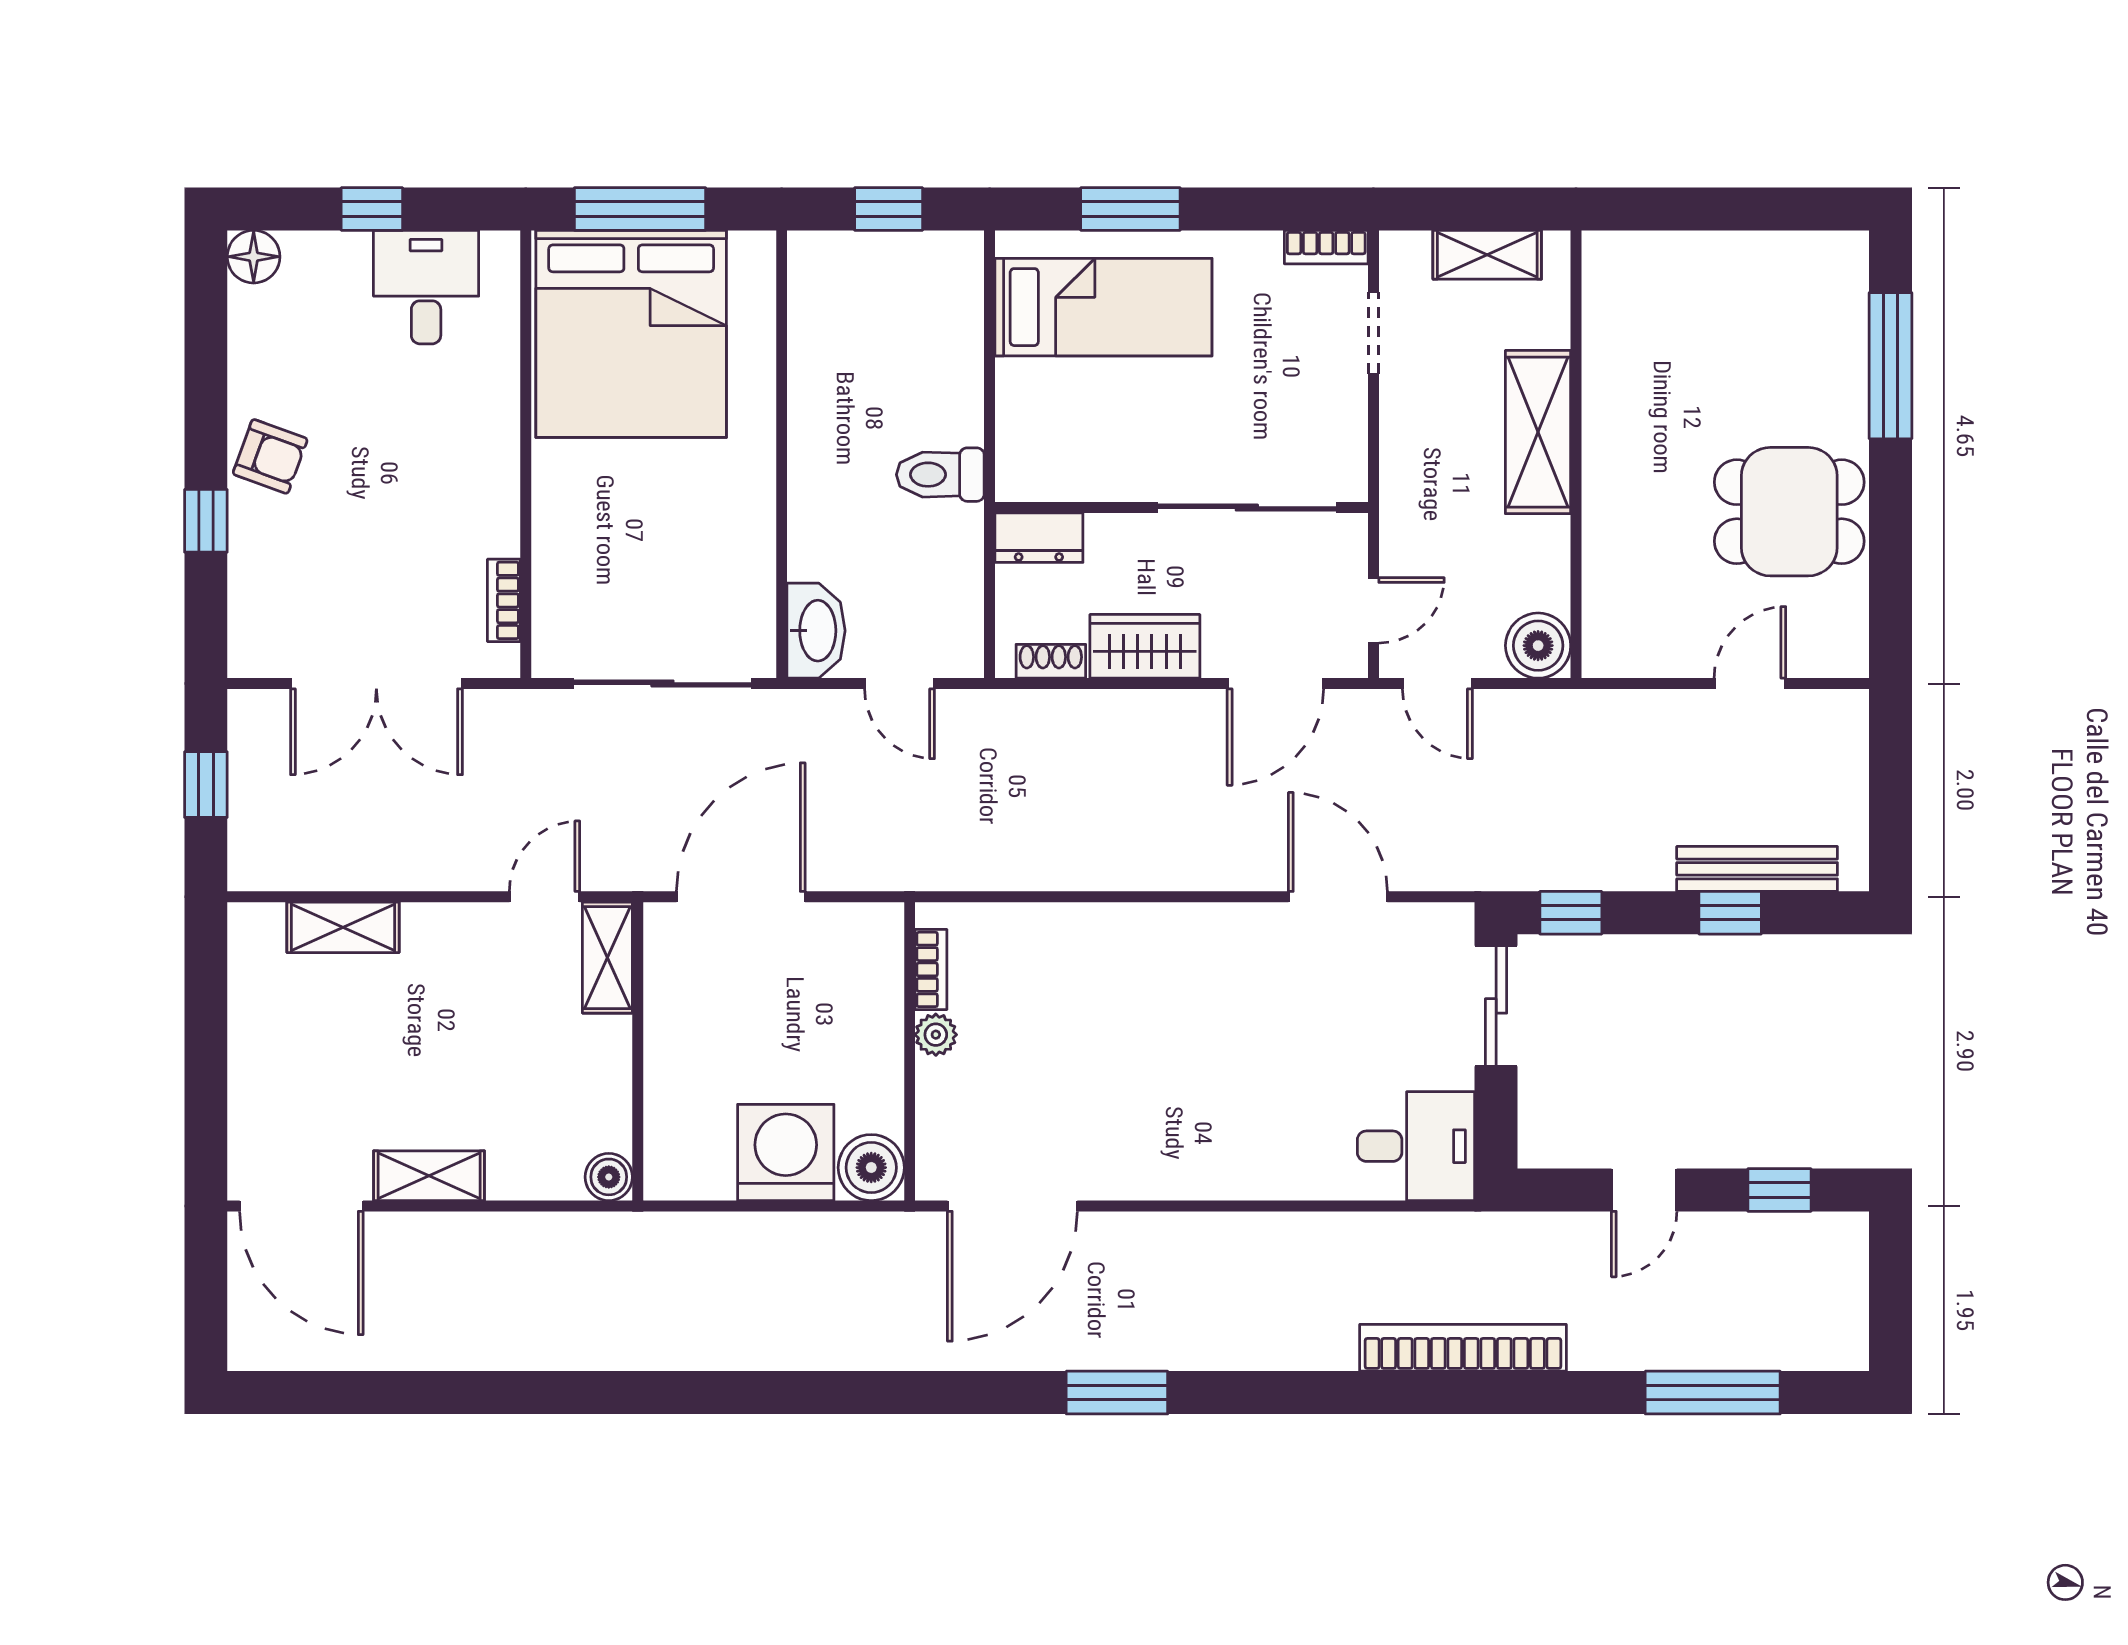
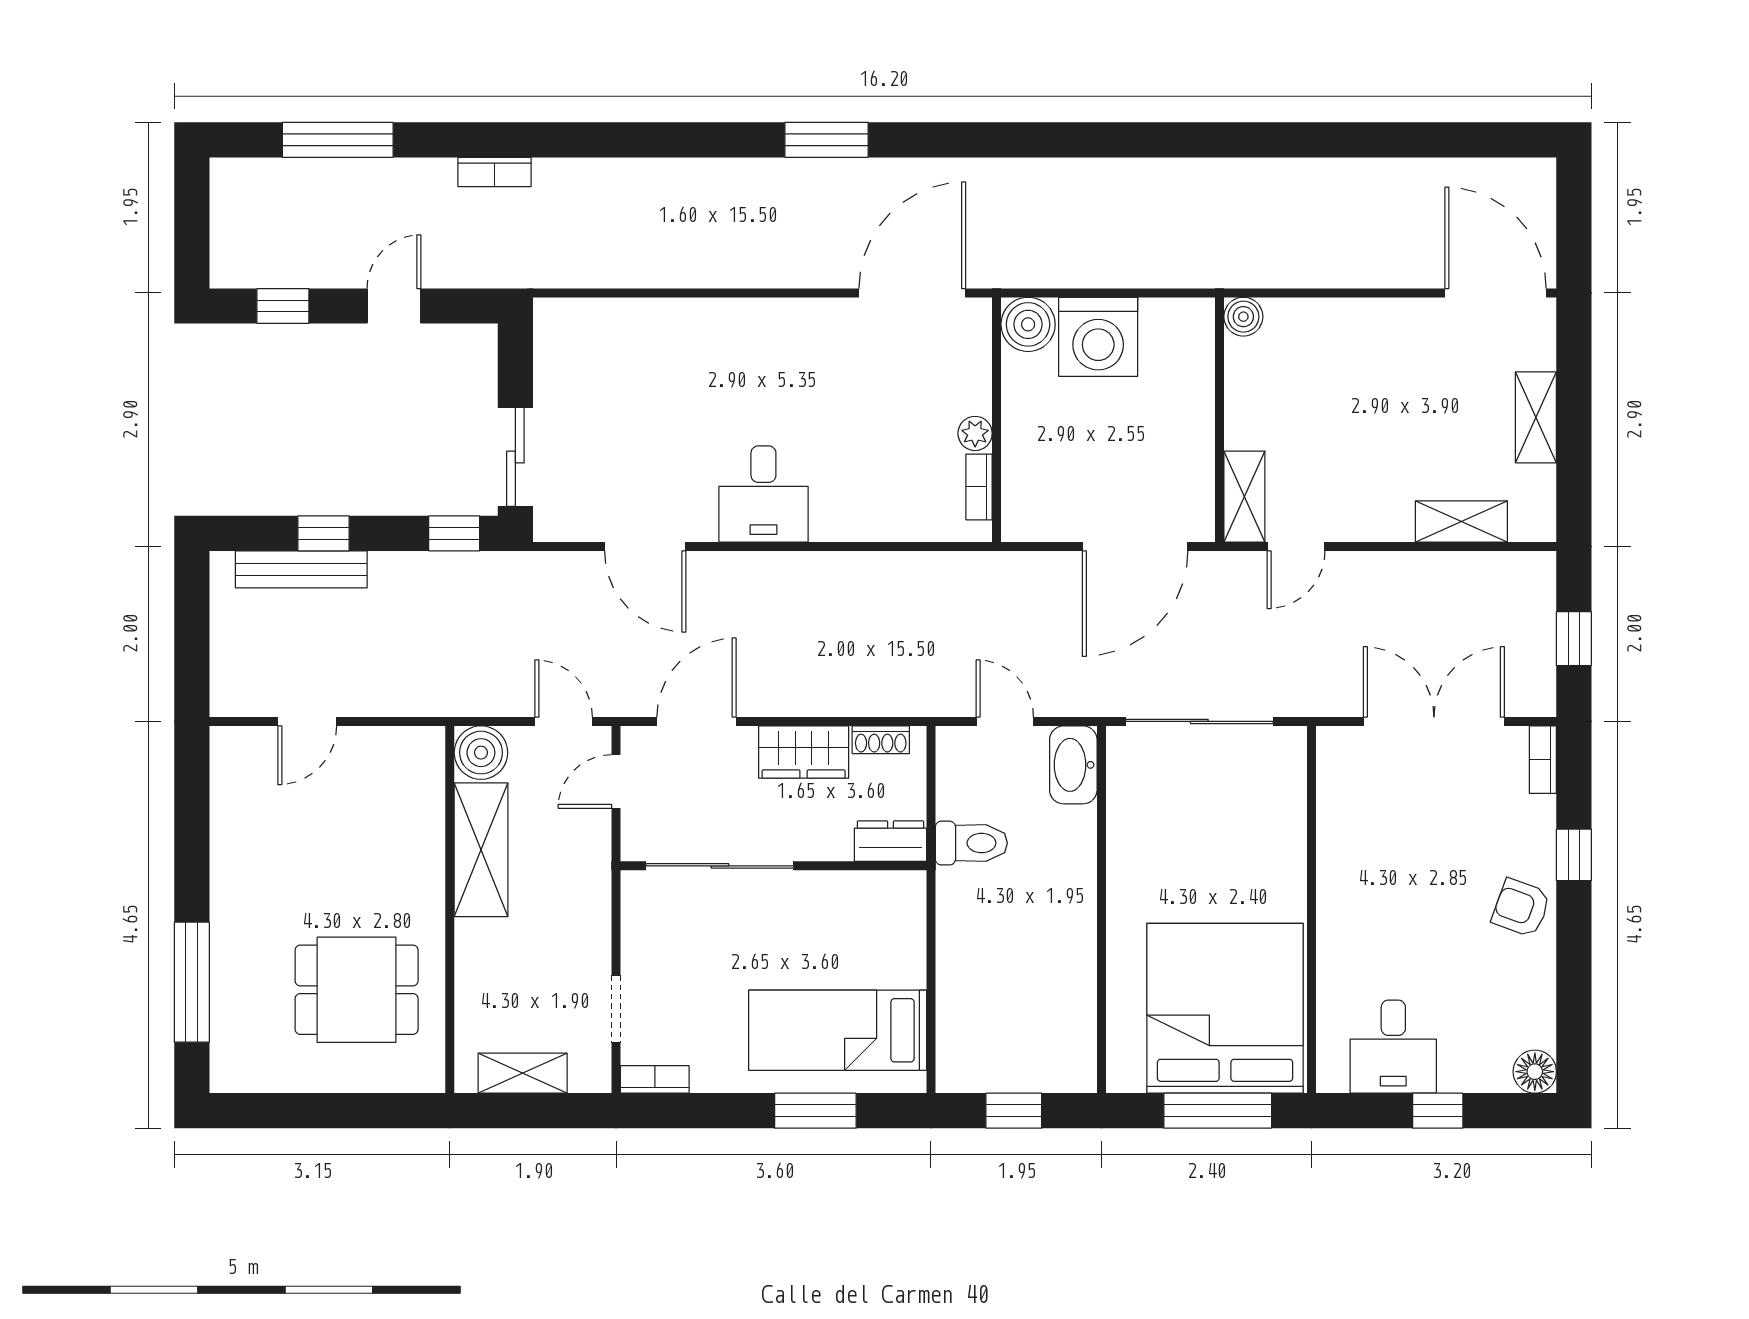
shelving: (1538, 432) -> (481, 850), moved
toilet: (940, 475) -> (971, 843), moved
dining table: (1789, 512) -> (357, 990), moved
bookcase: (504, 600) -> (1543, 760), moved, turned 180
desk: (1416, 1146) -> (763, 494), moved, turned -90
shelving: (429, 1176) -> (1536, 417), moved, turned 90
bookcase: (1463, 1348) -> (494, 172), width x0.43, depth x0.76

